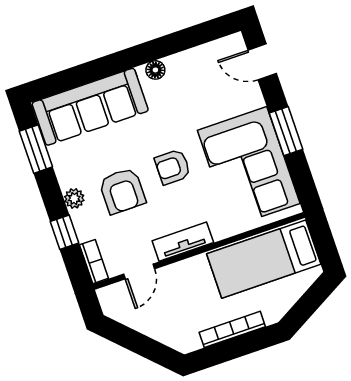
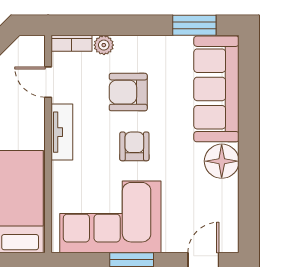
floor lamp: (155, 70) -> (222, 161), width x1.89, depth x1.89
plant: (74, 198) -> (104, 45), moved
window: (64, 232) -> (108, 25), removed

